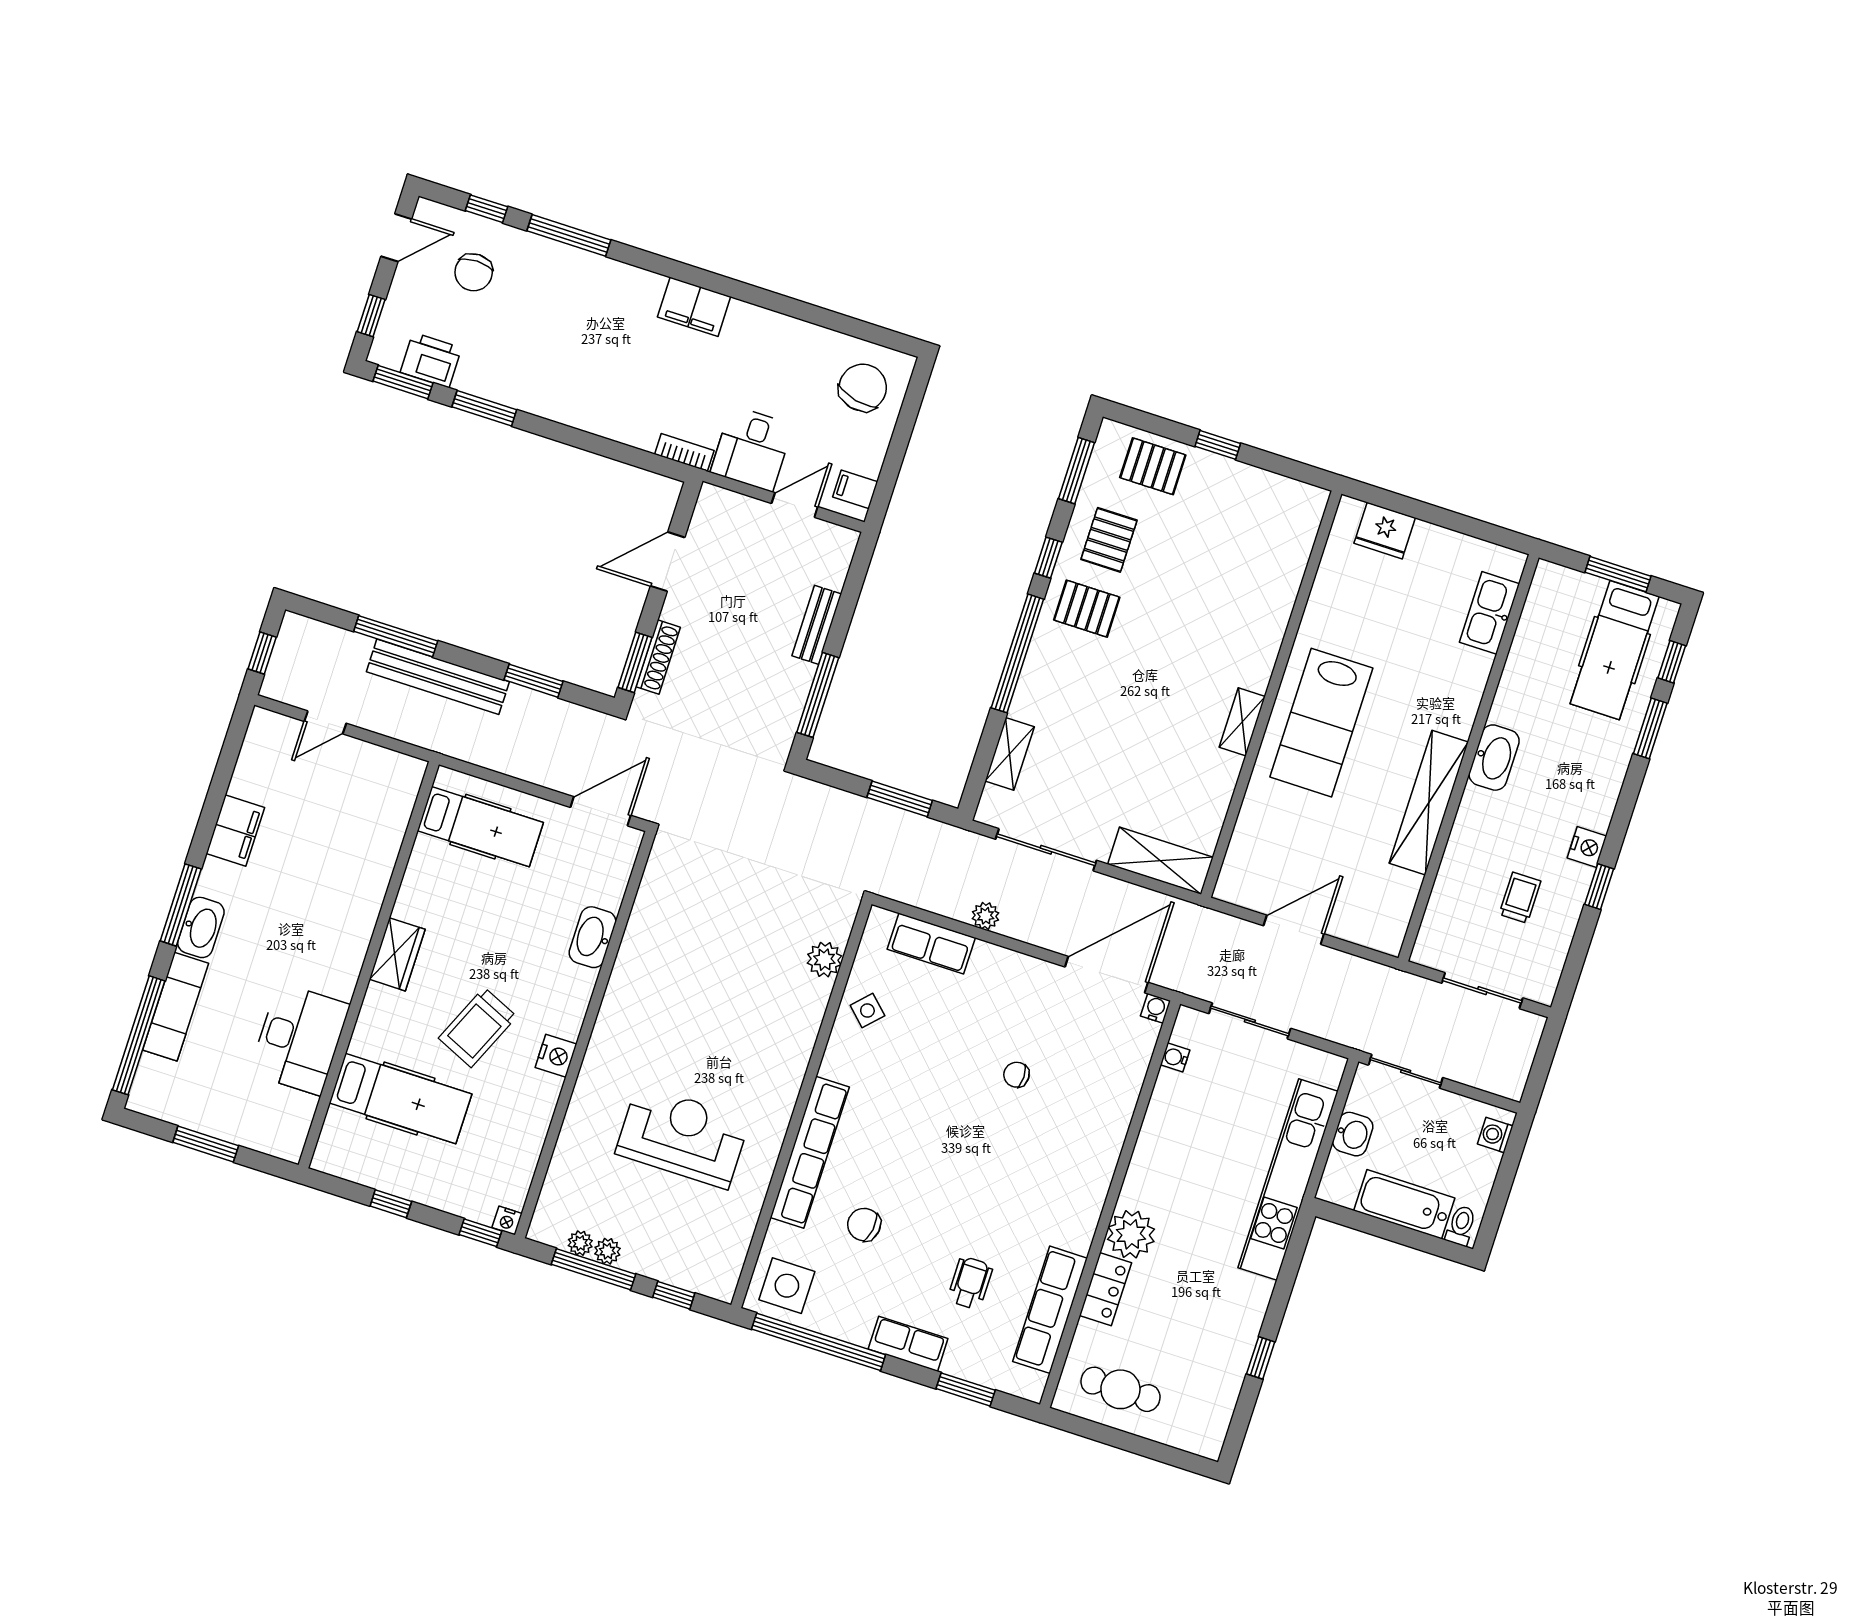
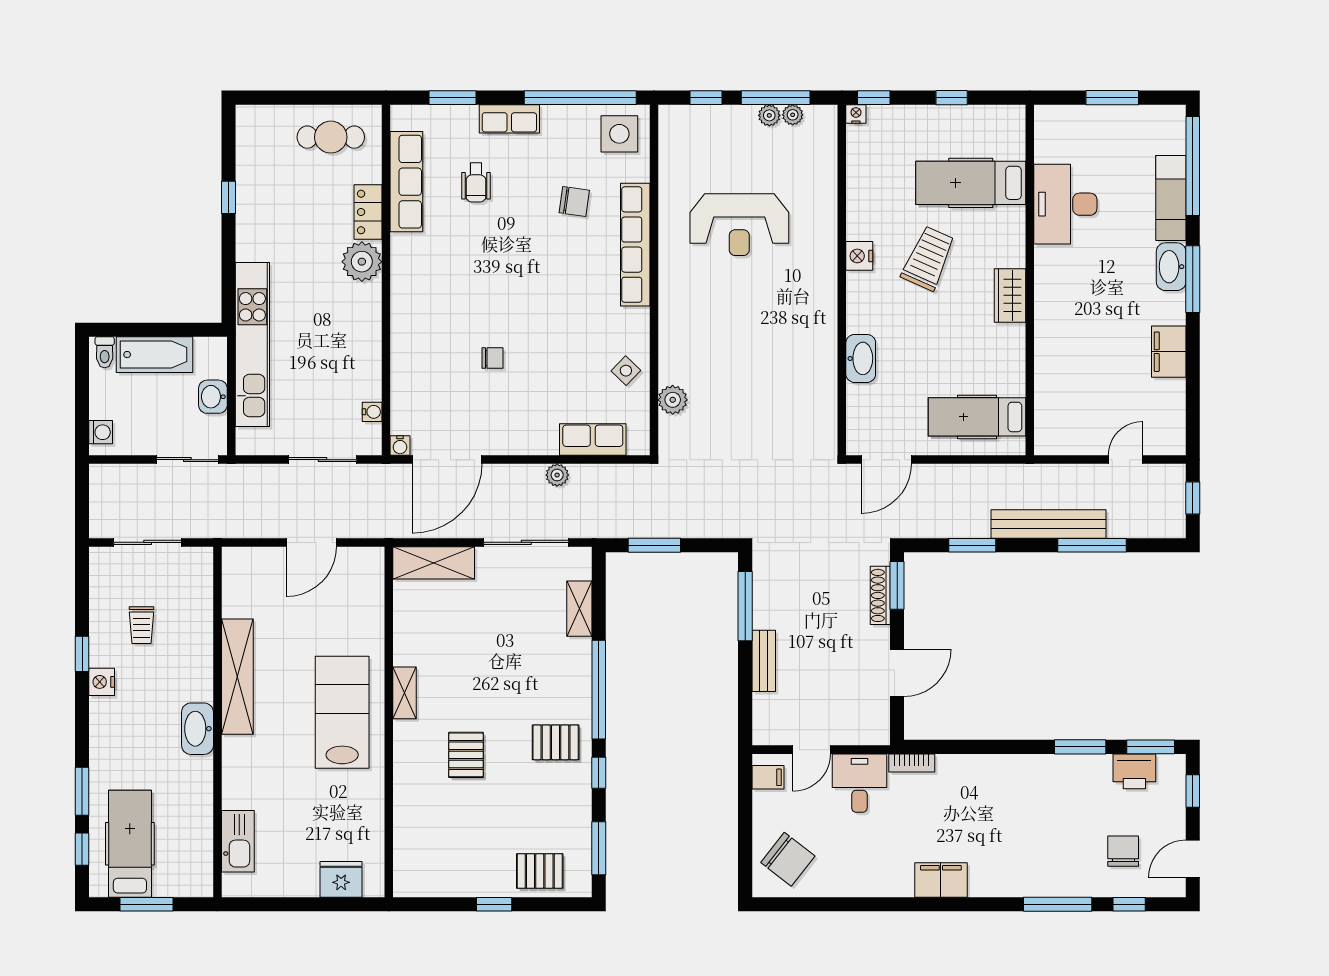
chair: (863, 388) -> (788, 859), turned -65
pallet: (1109, 540) -> (466, 755), moved

